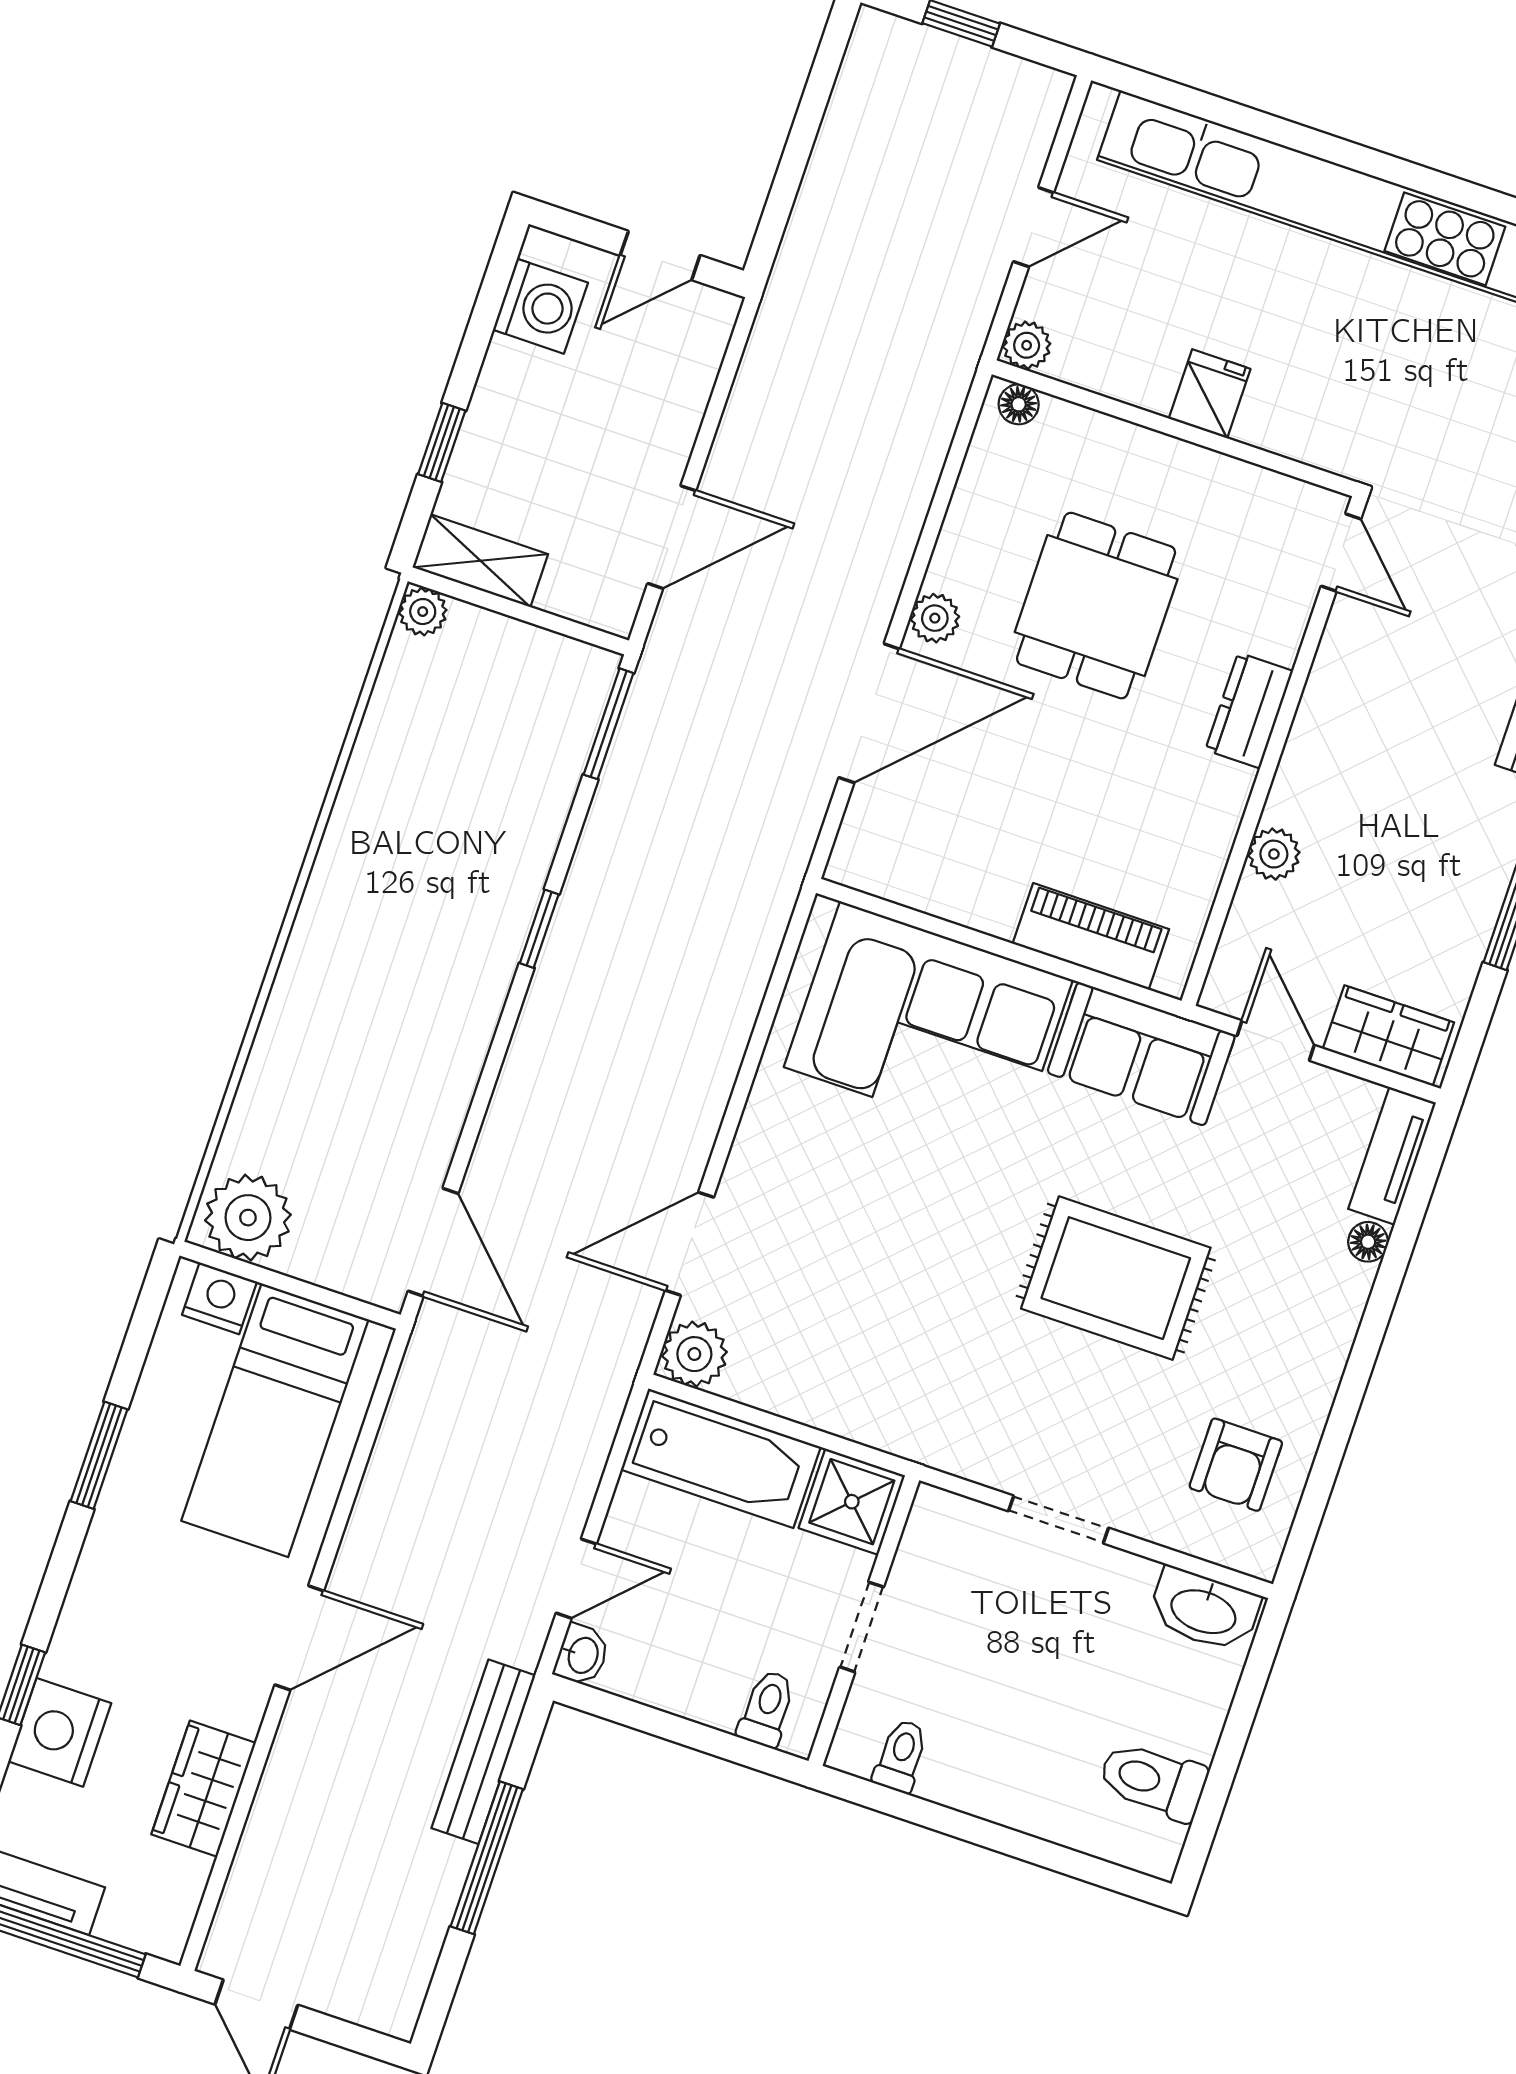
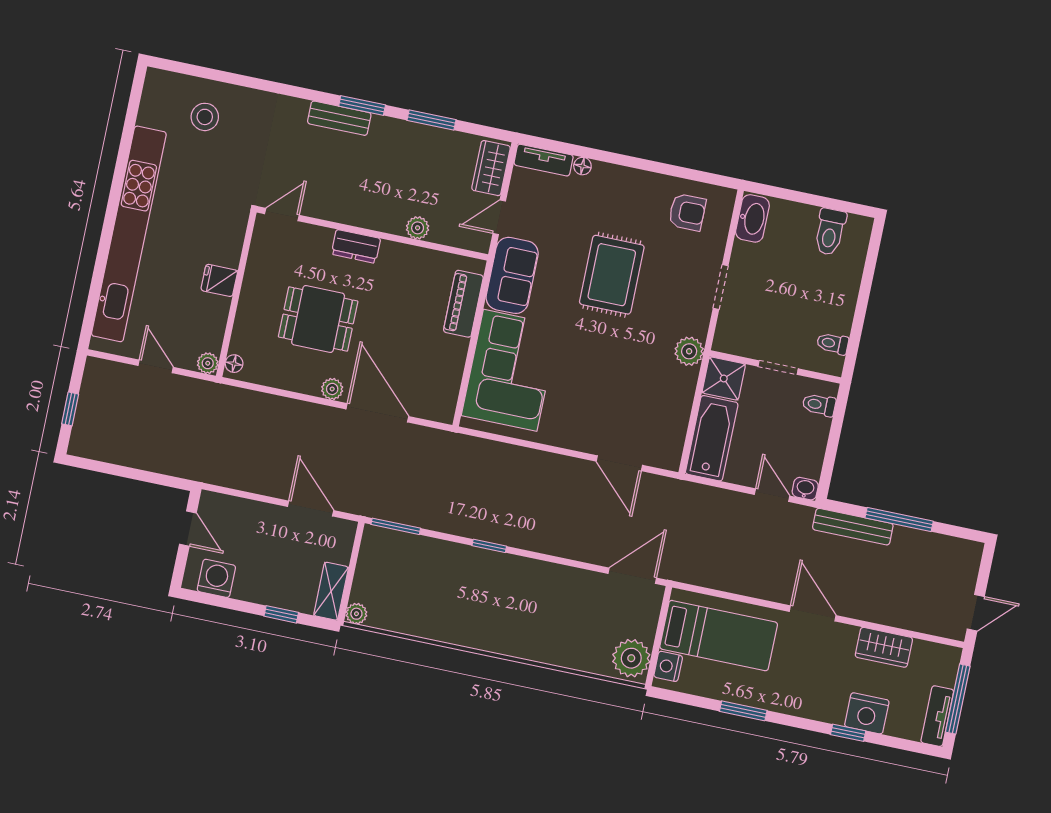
plant: (694, 1354) -> (689, 351), moved

